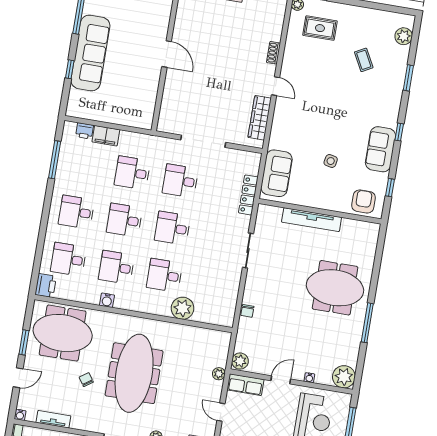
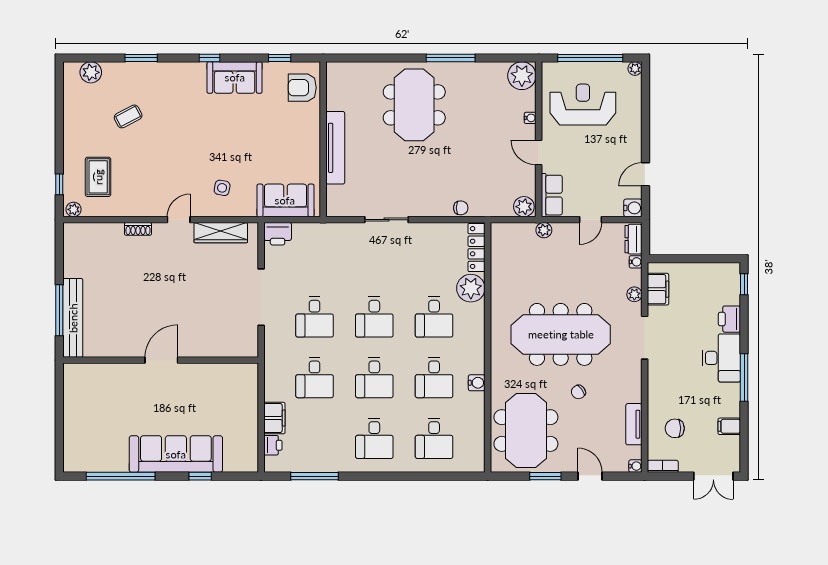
side table: (331, 161) -> (222, 188), moved
locker: (248, 195) -> (476, 248), moved, turned 90
printer: (46, 286) -> (278, 234), moved, turned 180

